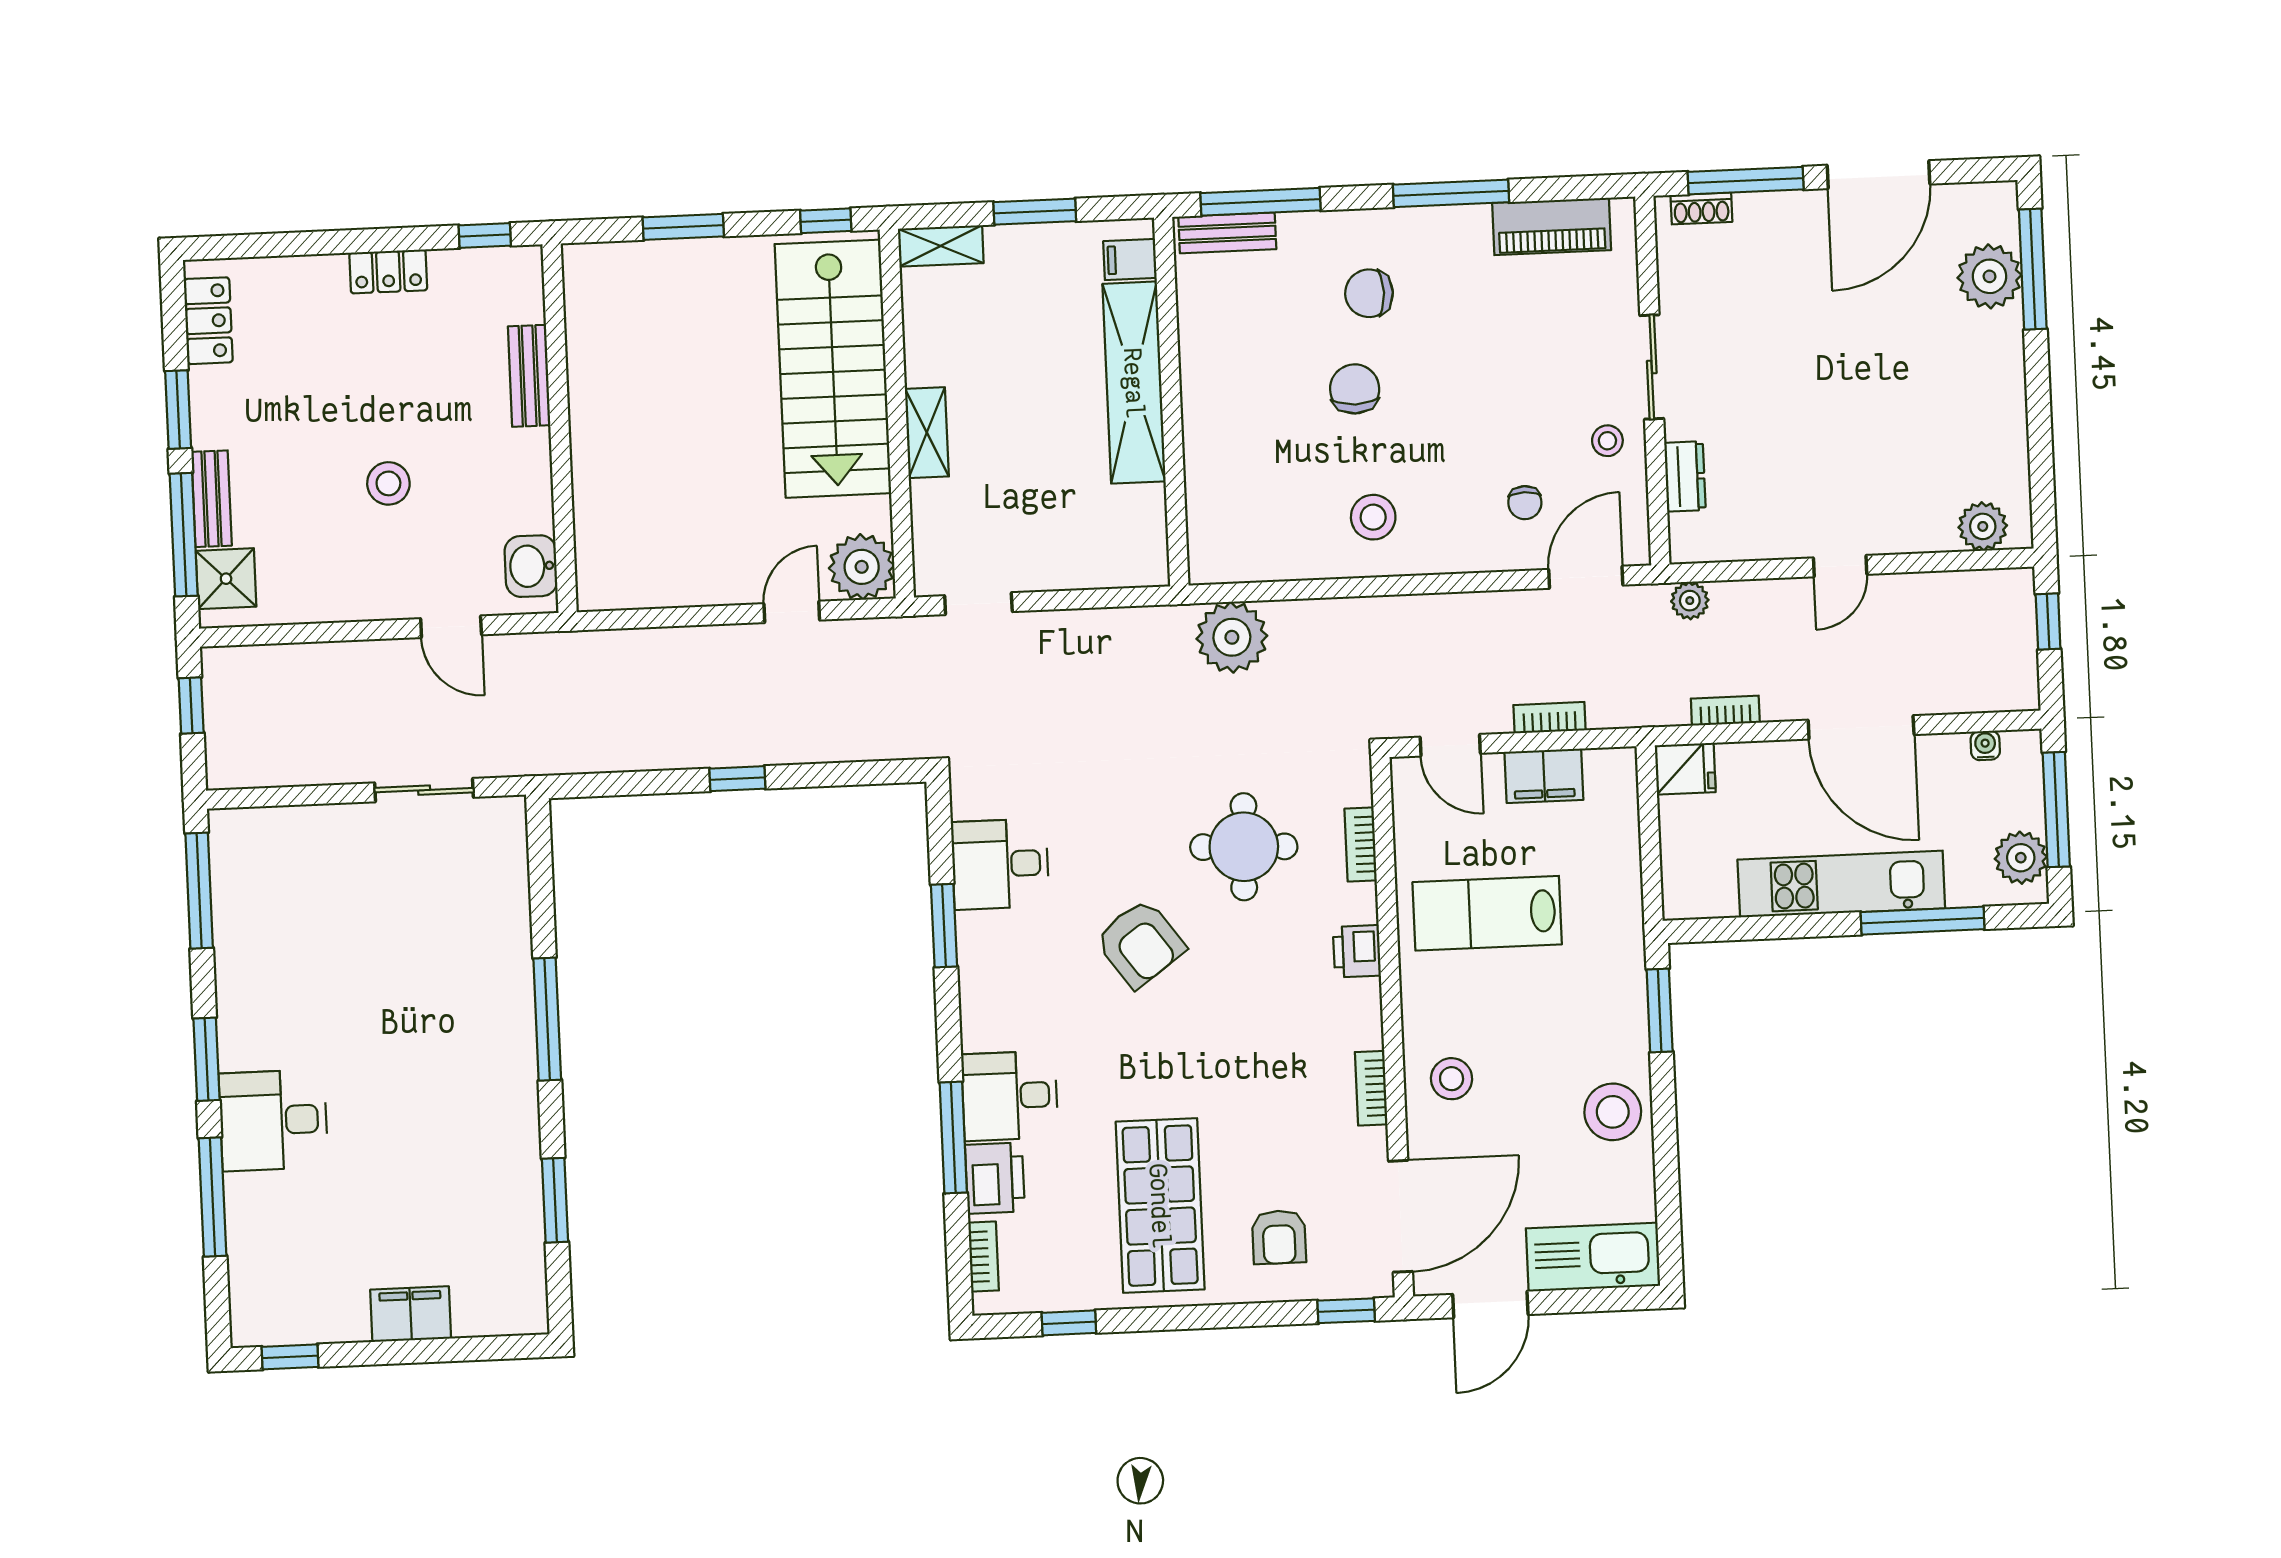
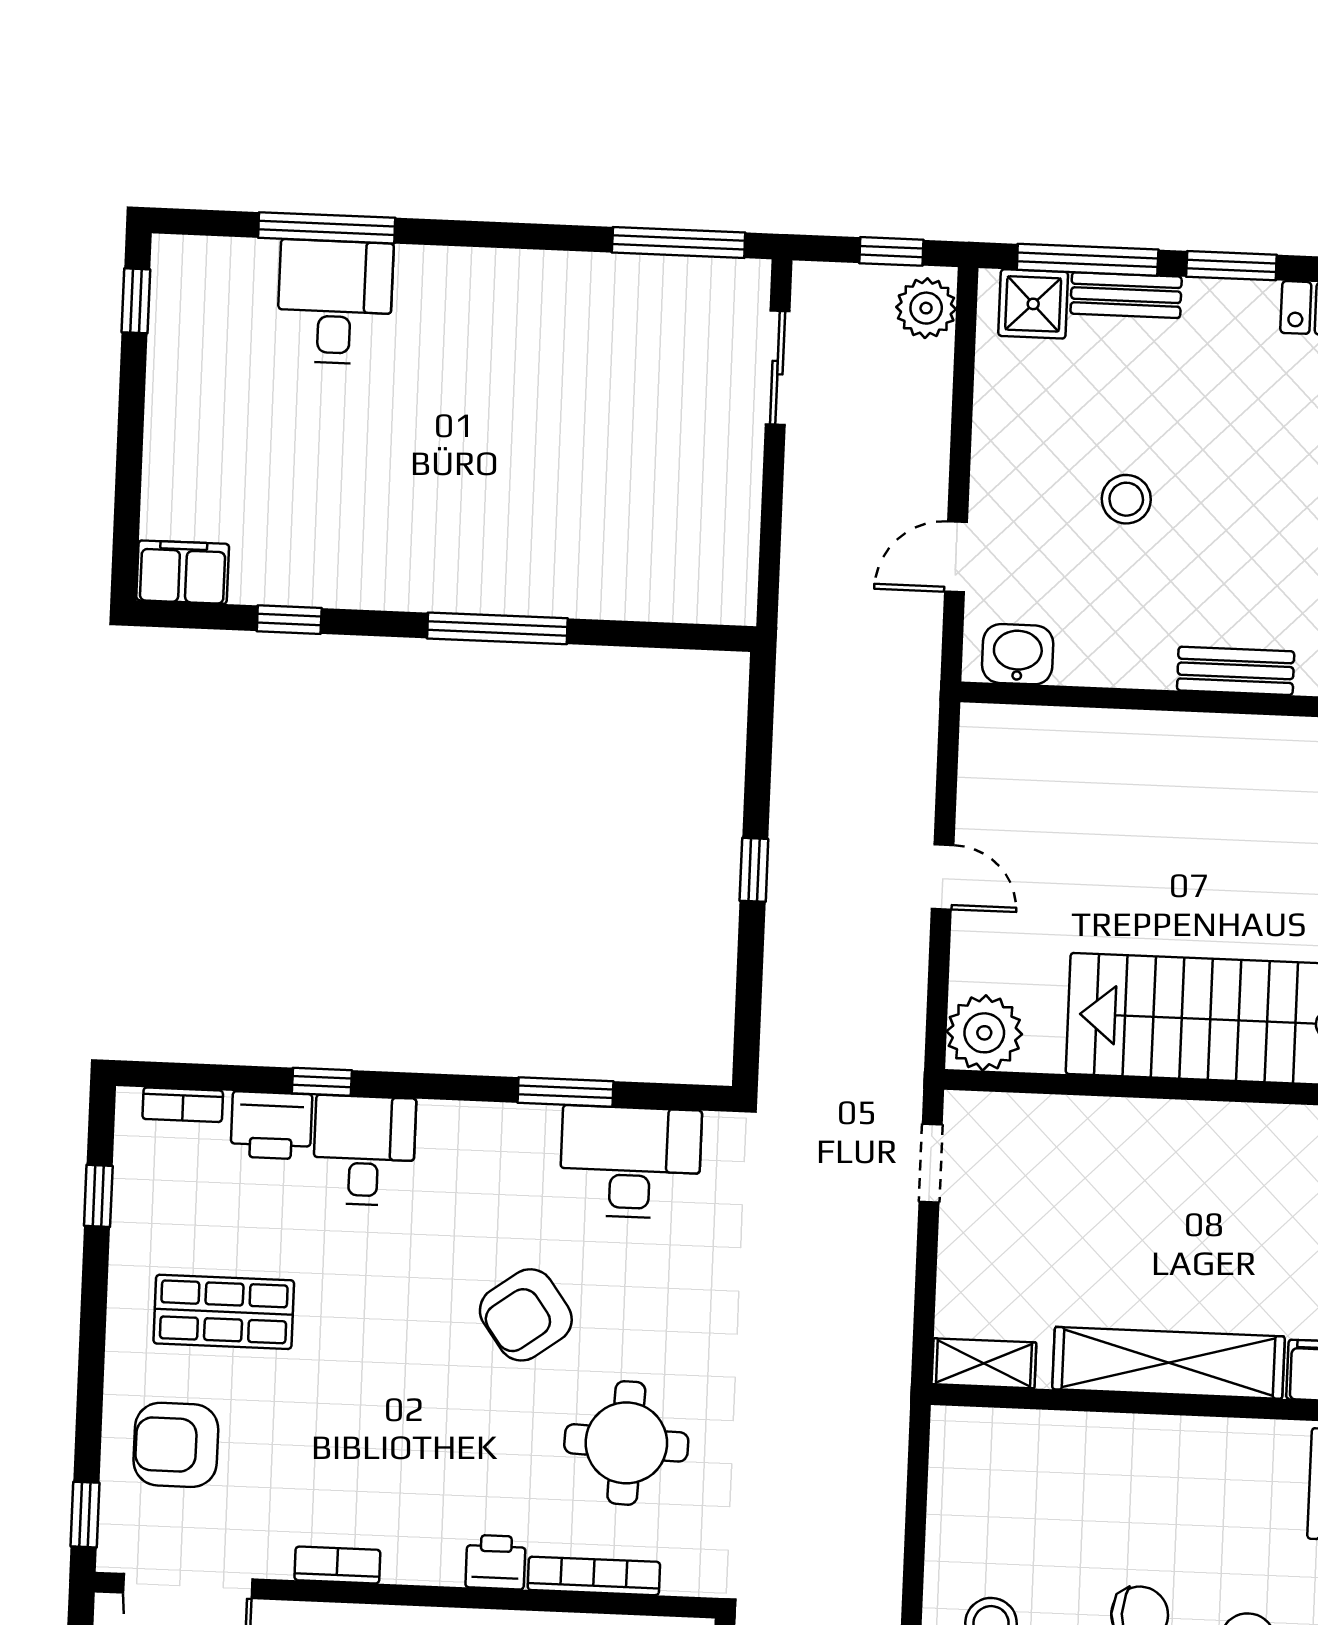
shelving: (927, 433) -> (984, 1363), moved
door: (792, 612) -> (943, 877), moved
plant: (1232, 637) -> (926, 308), moved, width x0.73, depth x0.73
sliding door: (424, 790) -> (778, 368), moved
bookcase: (1361, 844) -> (594, 1576), width x1.56
desk: (1000, 864) -> (630, 1162), width x1.37
window: (207, 1059) -> (485, 234), removed
desk: (273, 1120) -> (335, 302), moved
window: (953, 1138) -> (322, 1082), width x0.46
window: (555, 1200) -> (289, 620), width x0.67
shop shelf: (1160, 1206) -> (224, 1312), width x0.70, depth x0.74
armchair: (1279, 1237) -> (176, 1445), width x1.38, depth x1.38
filing cabinet: (411, 1314) -> (183, 572), moved, turned -90

